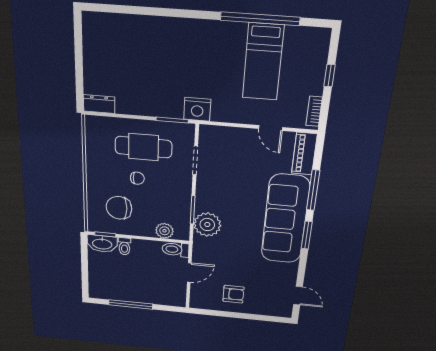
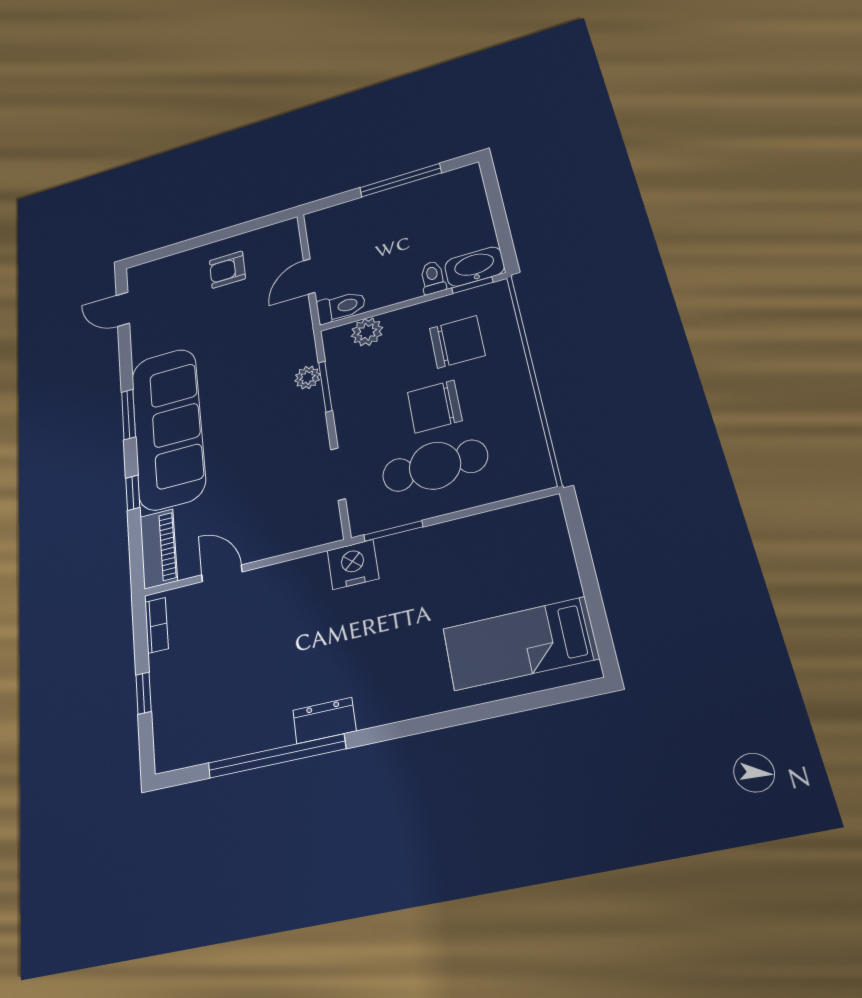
bed: (263, 62) -> (520, 644), moved, turned -90
dresser: (99, 104) -> (324, 720), moved, turned 180
chair: (137, 178) -> (435, 406), width x1.87, depth x1.87
window: (313, 190) -> (133, 493), width x0.46
plant: (207, 225) -> (307, 378), width x0.53, depth x0.53

